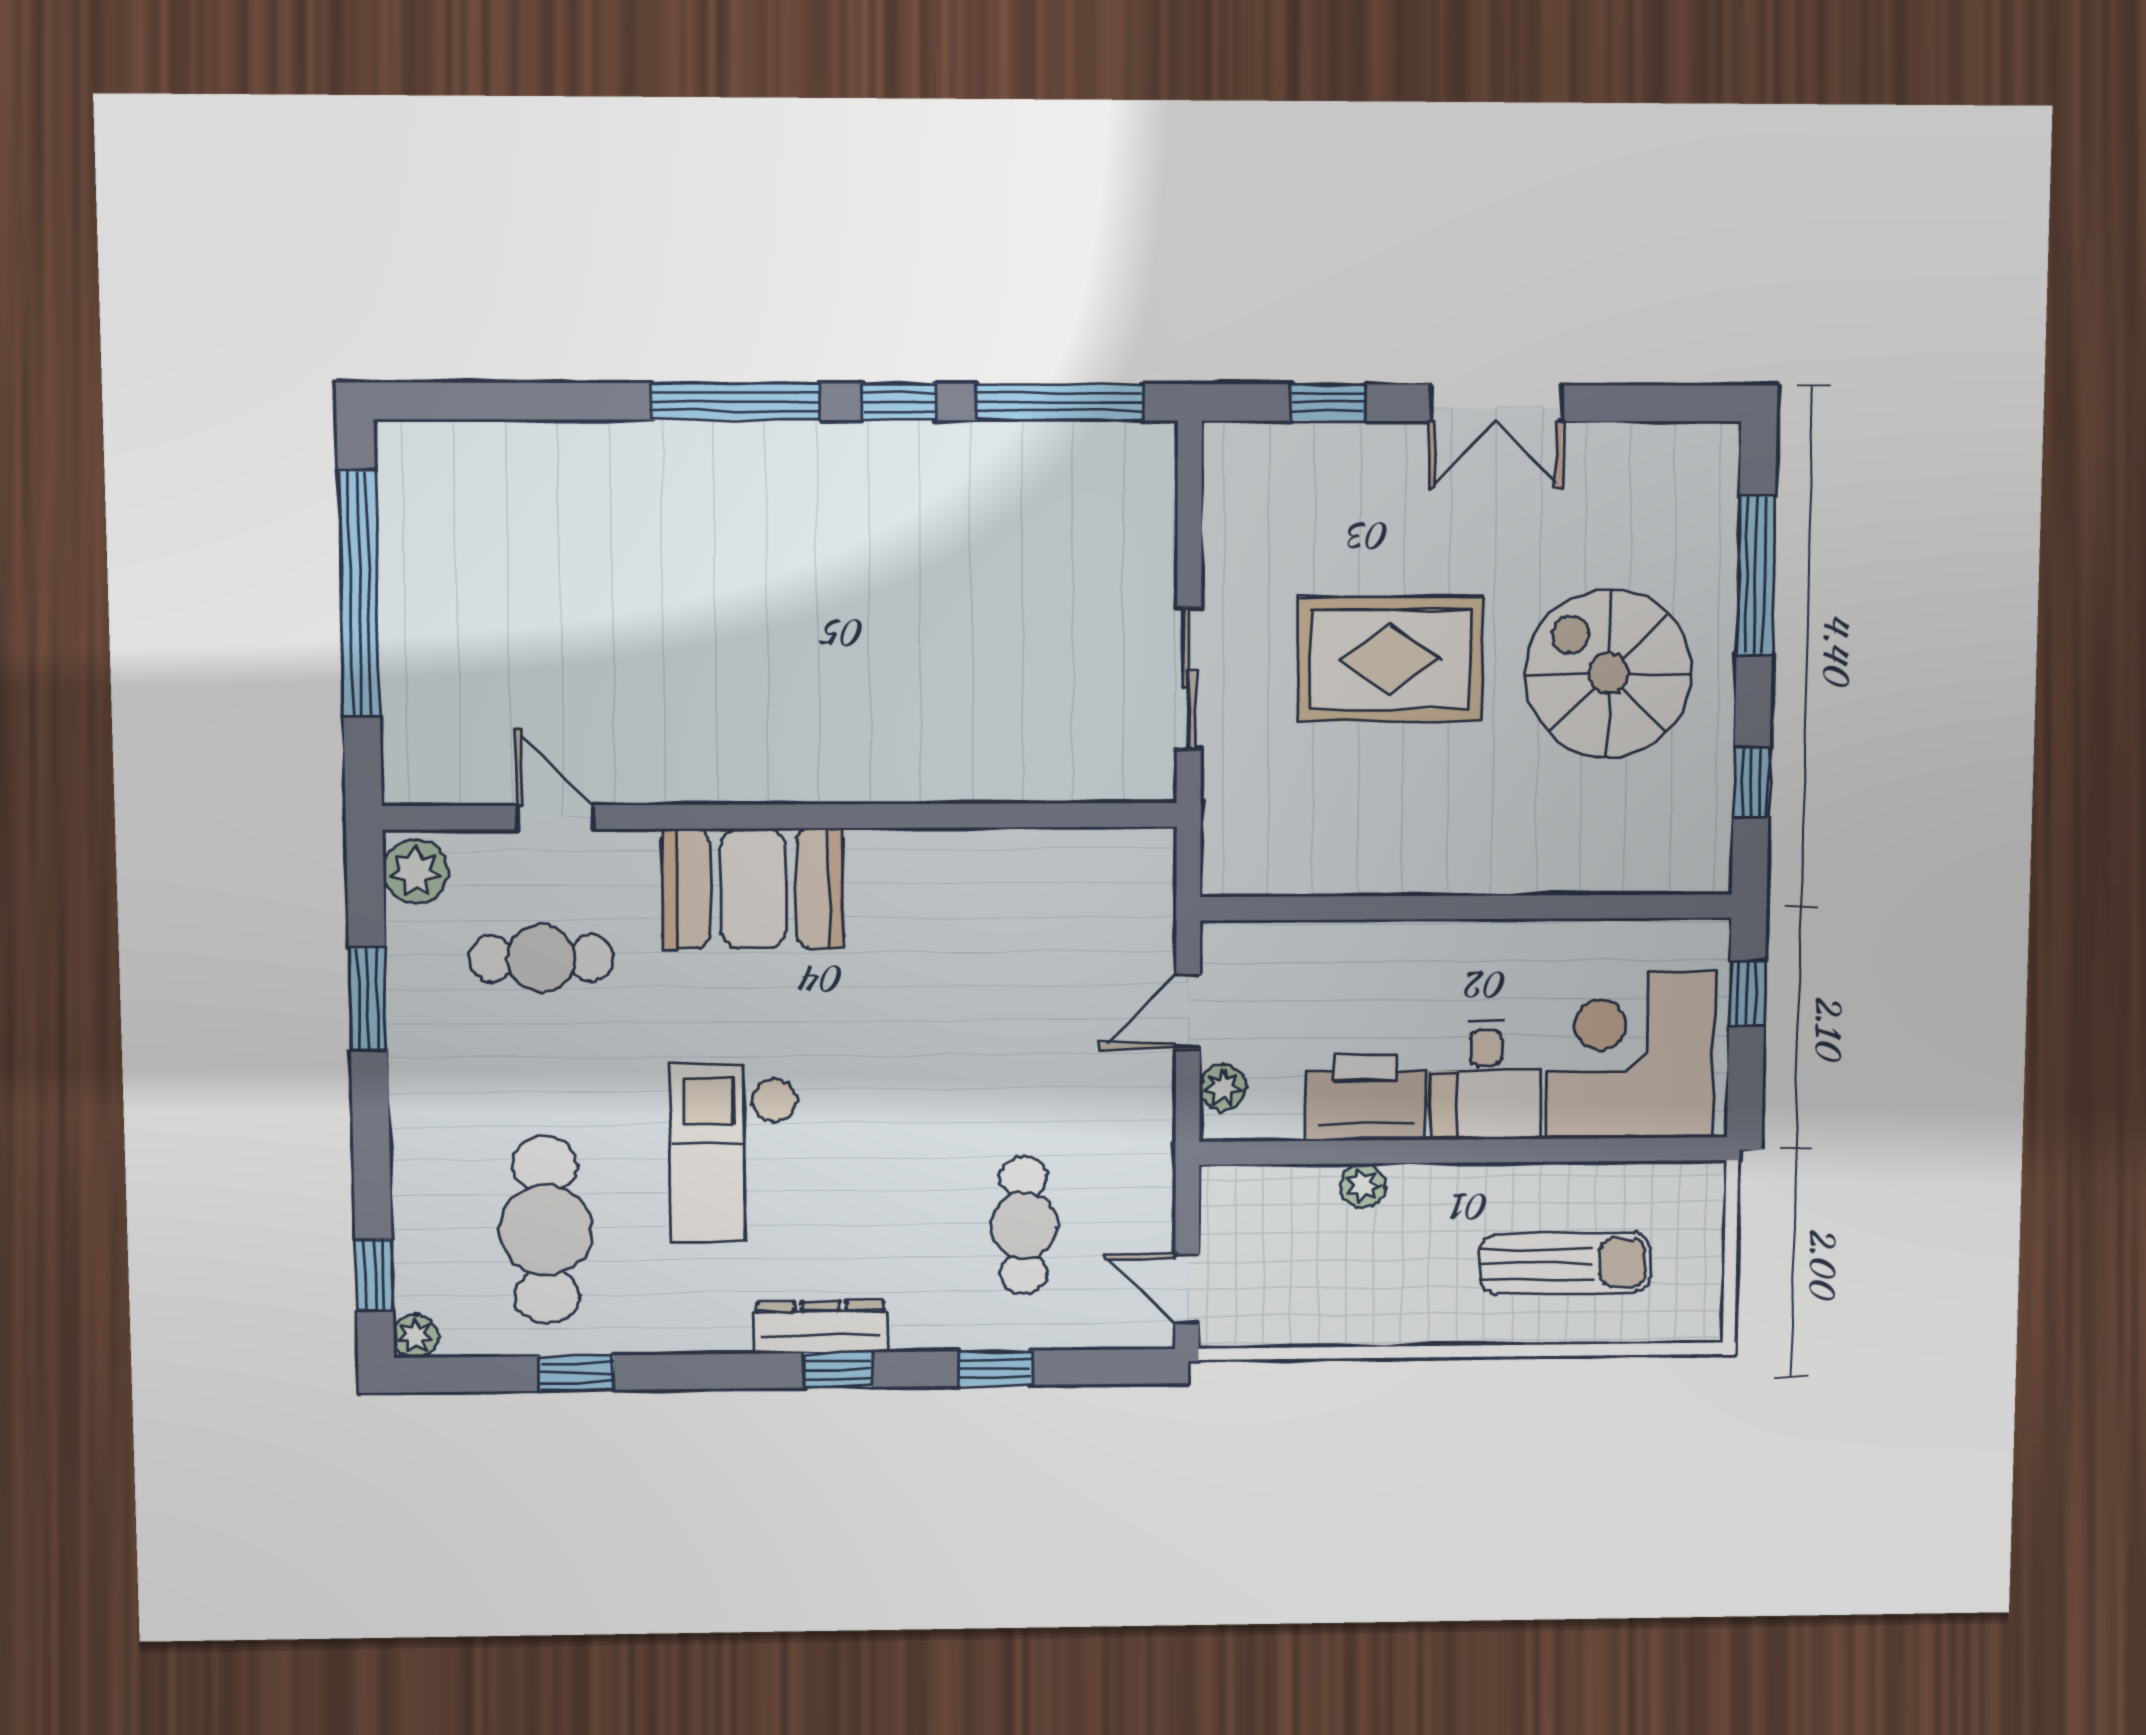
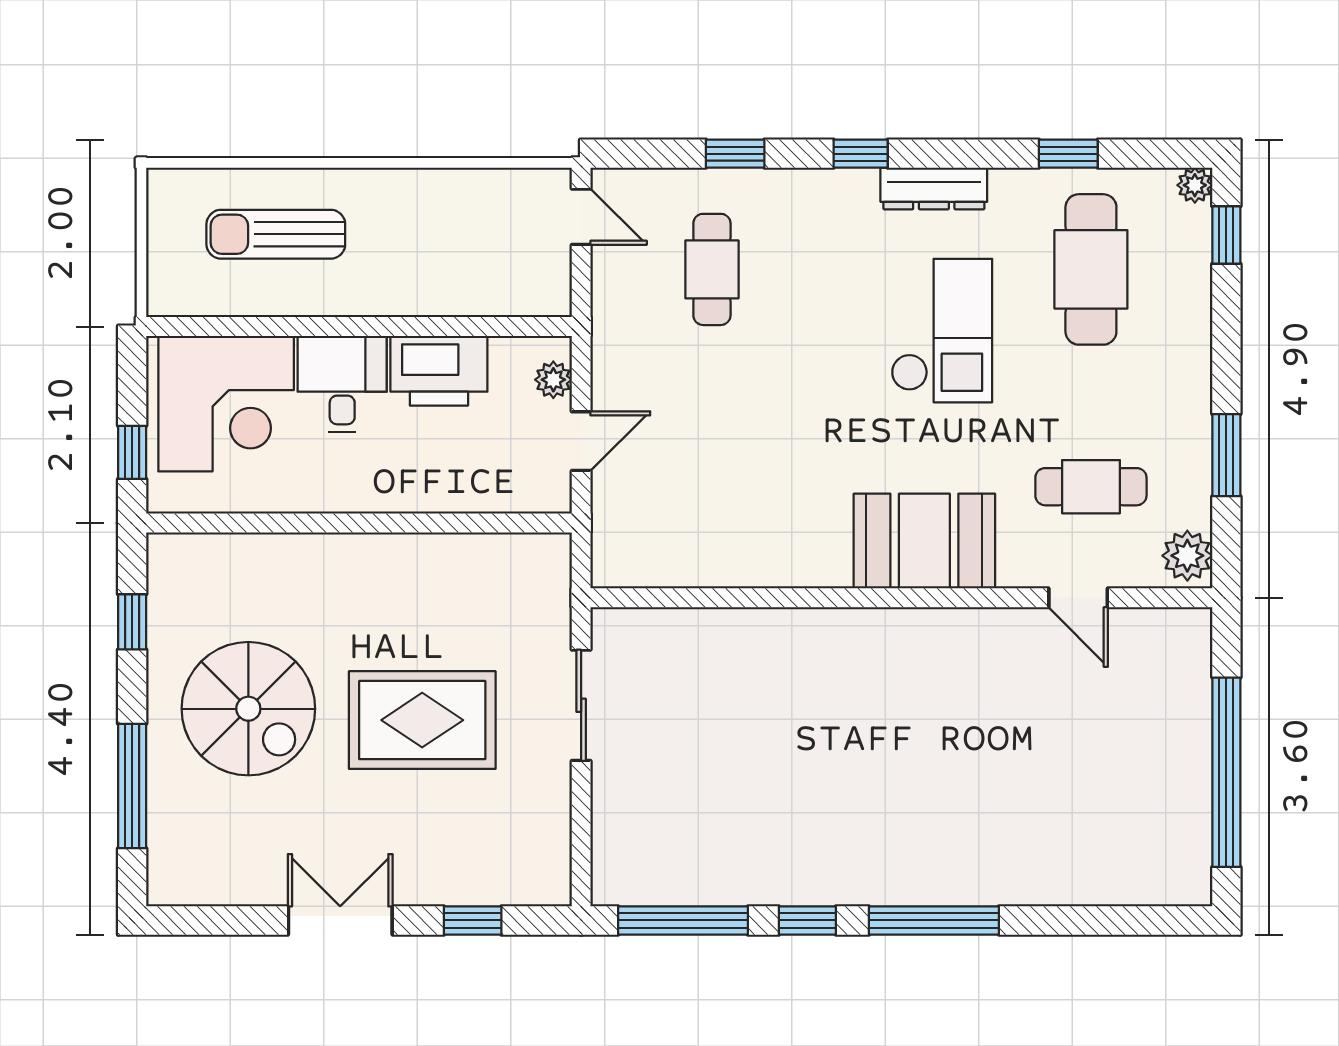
plant: (1363, 1185) -> (440, 299), removed
dresser: (821, 1327) -> (934, 188), moved

